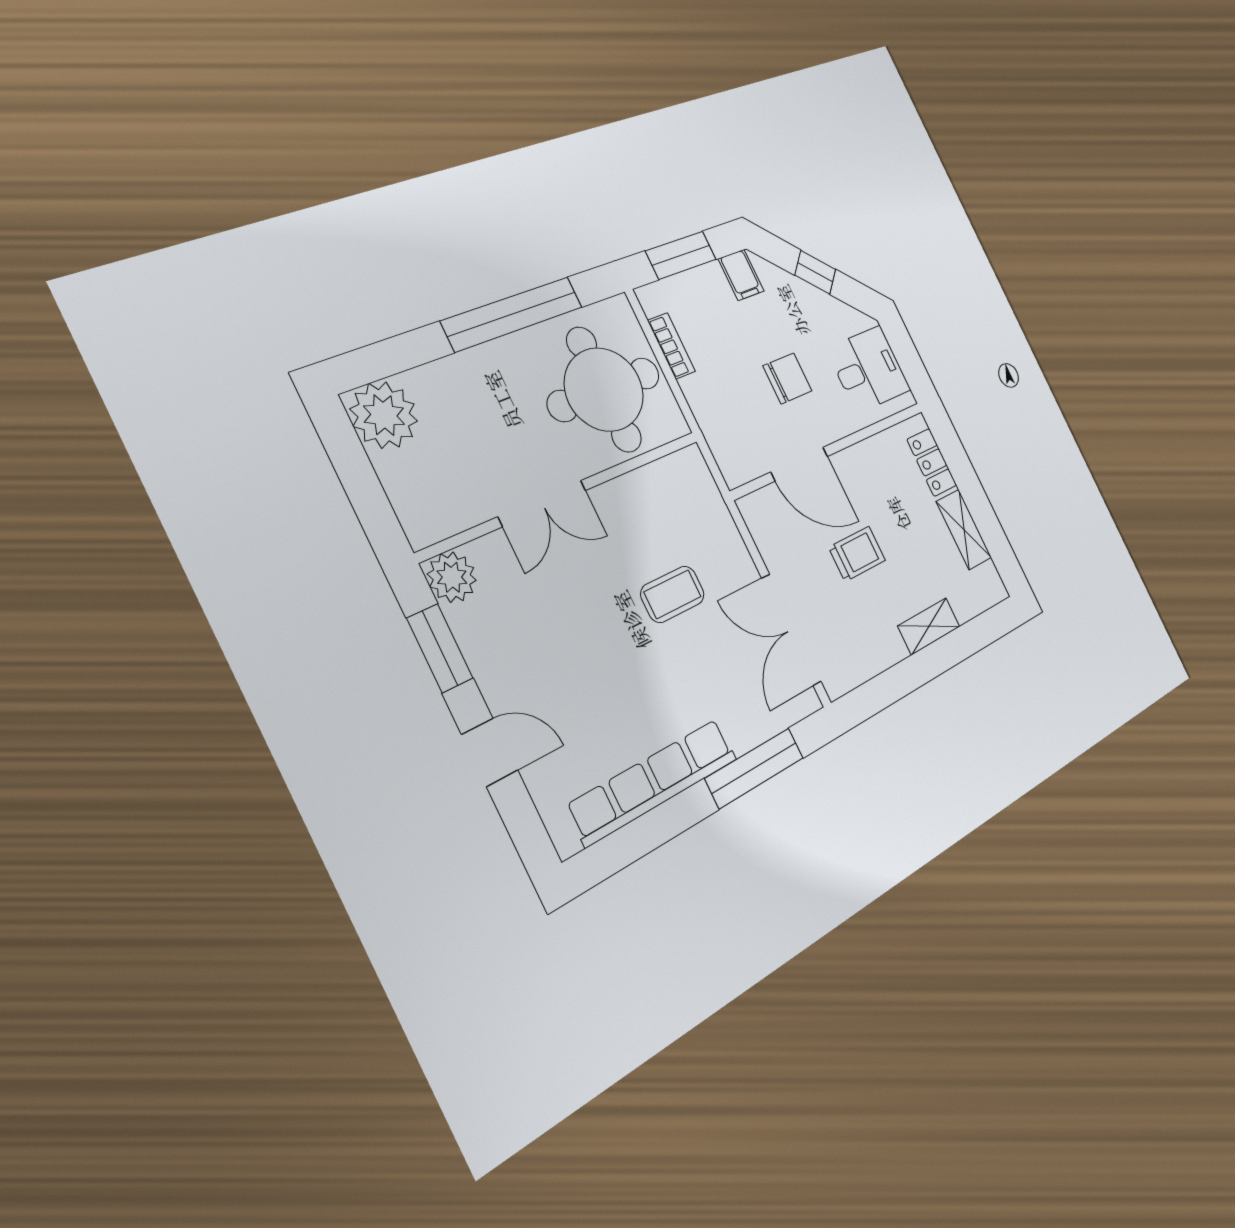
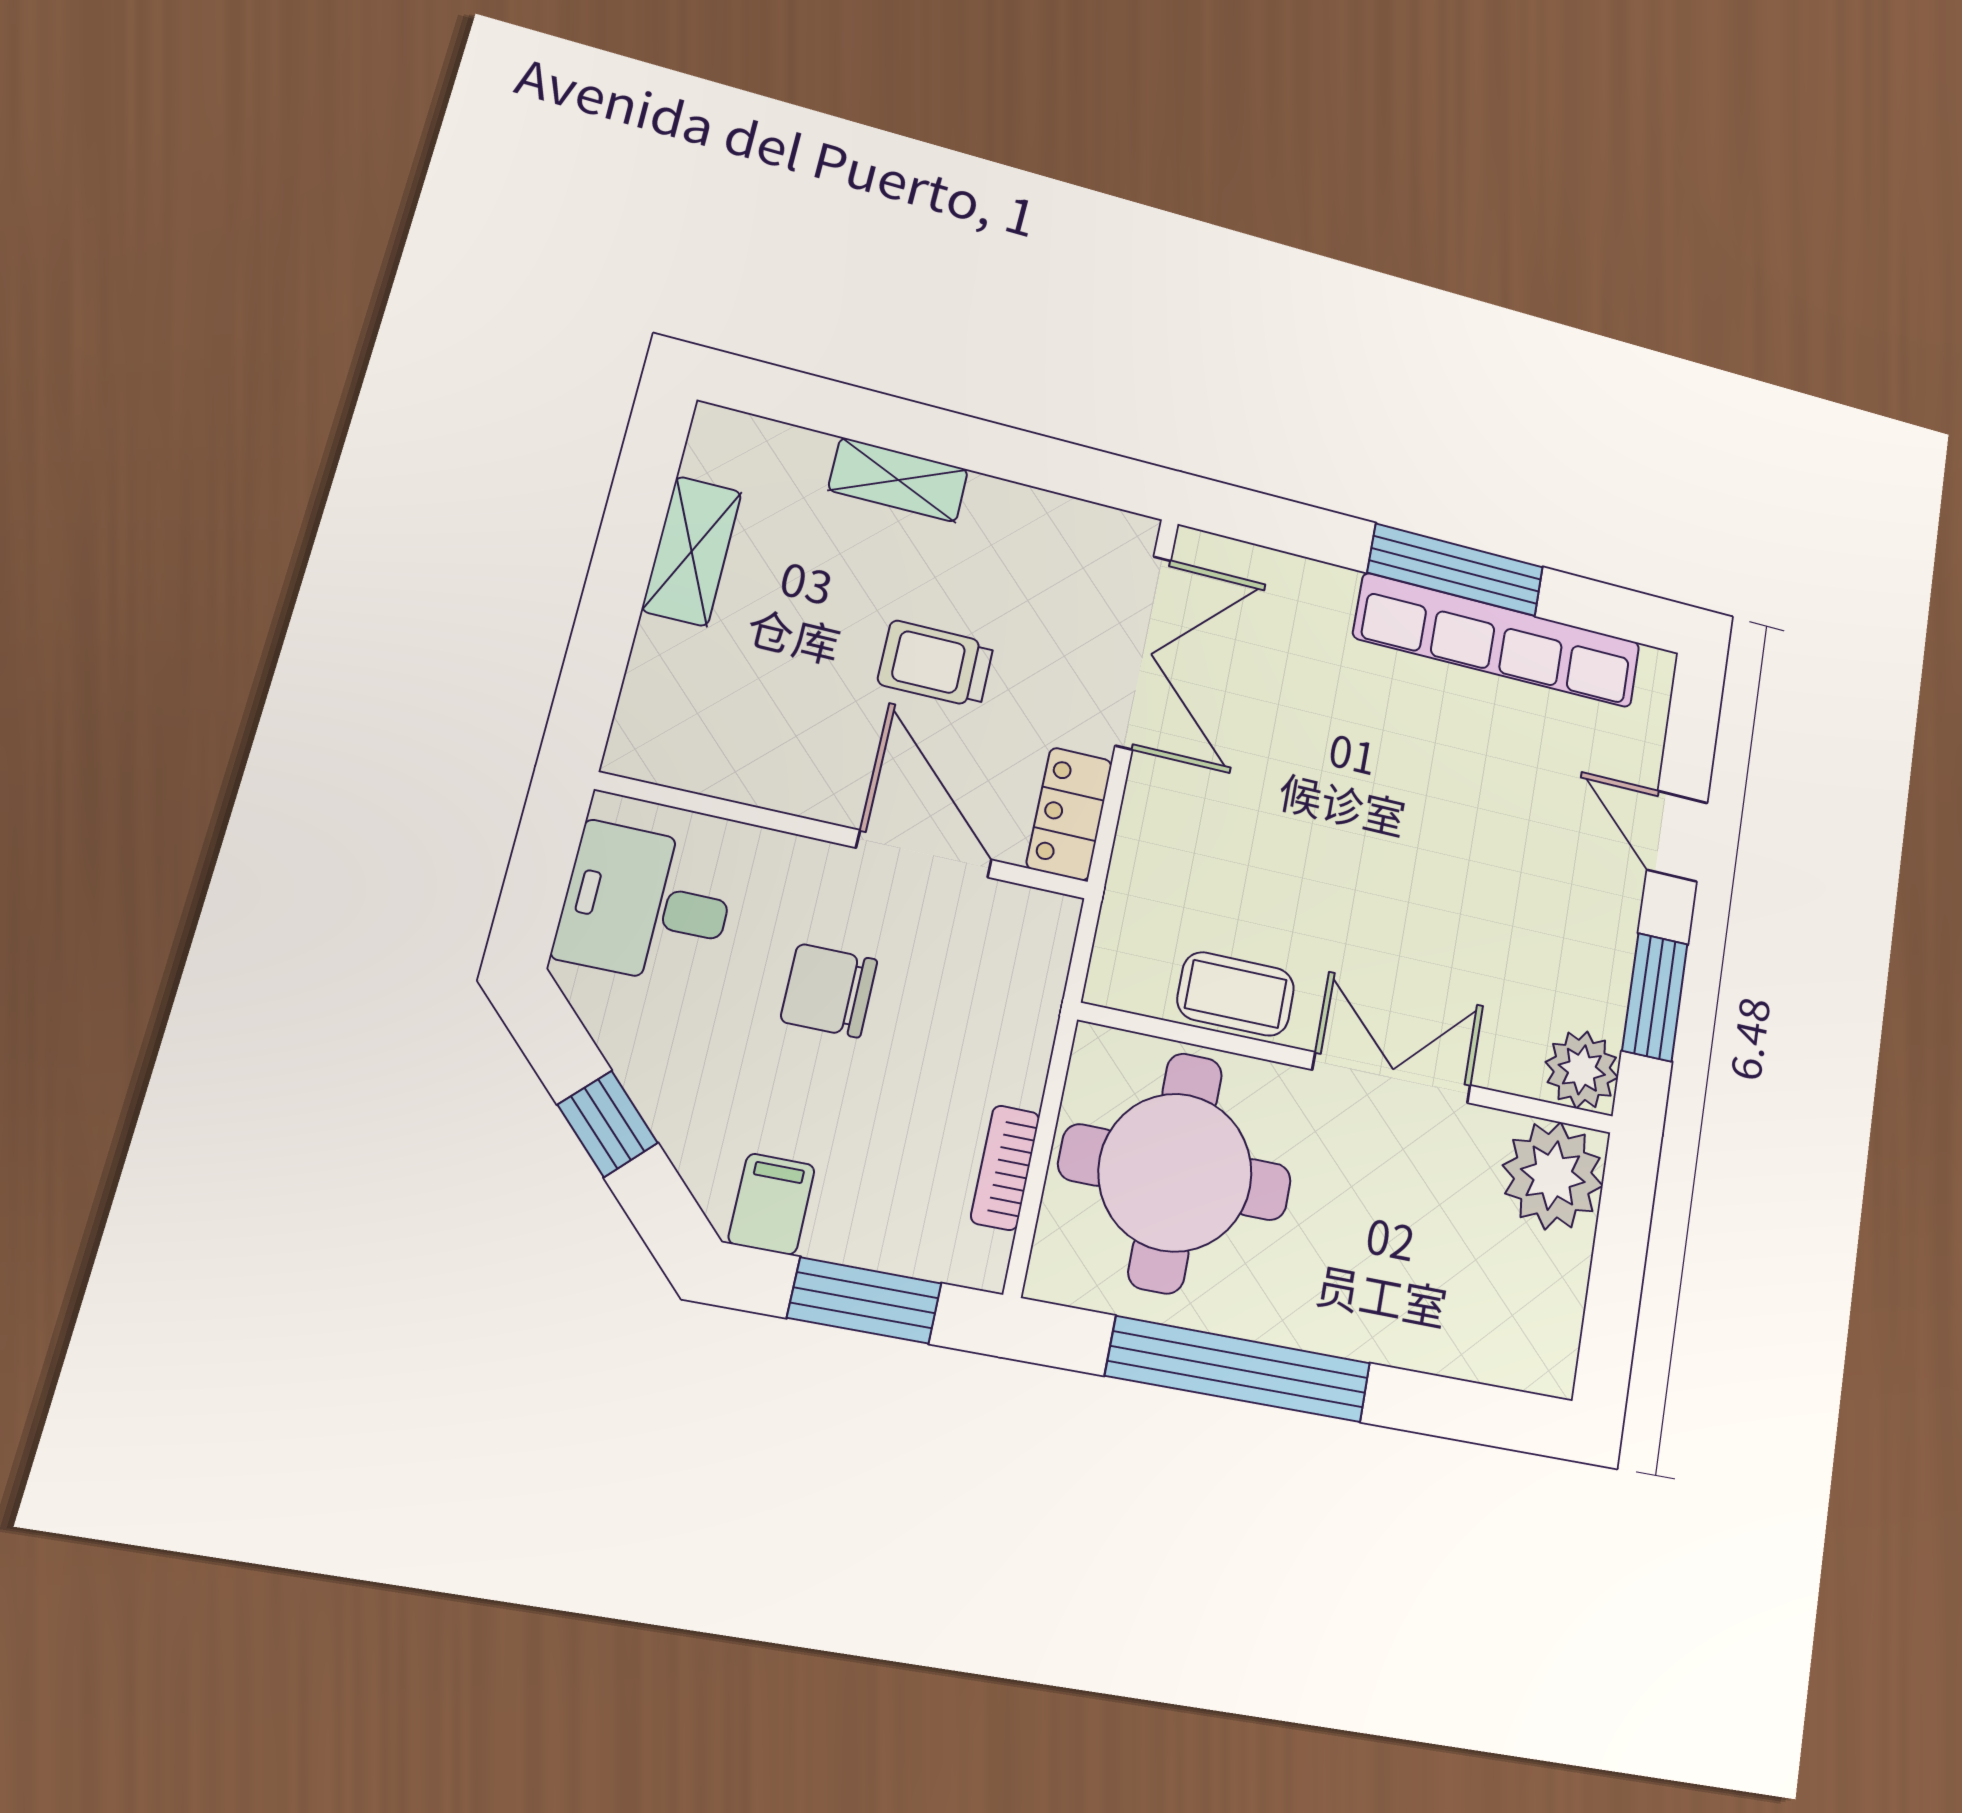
plant: (384, 415) -> (1553, 1176), moved
locker: (932, 462) -> (1069, 814), moved, turned 180
coffee table: (673, 594) -> (1236, 994), moved
window: (754, 768) -> (1456, 570), moved

